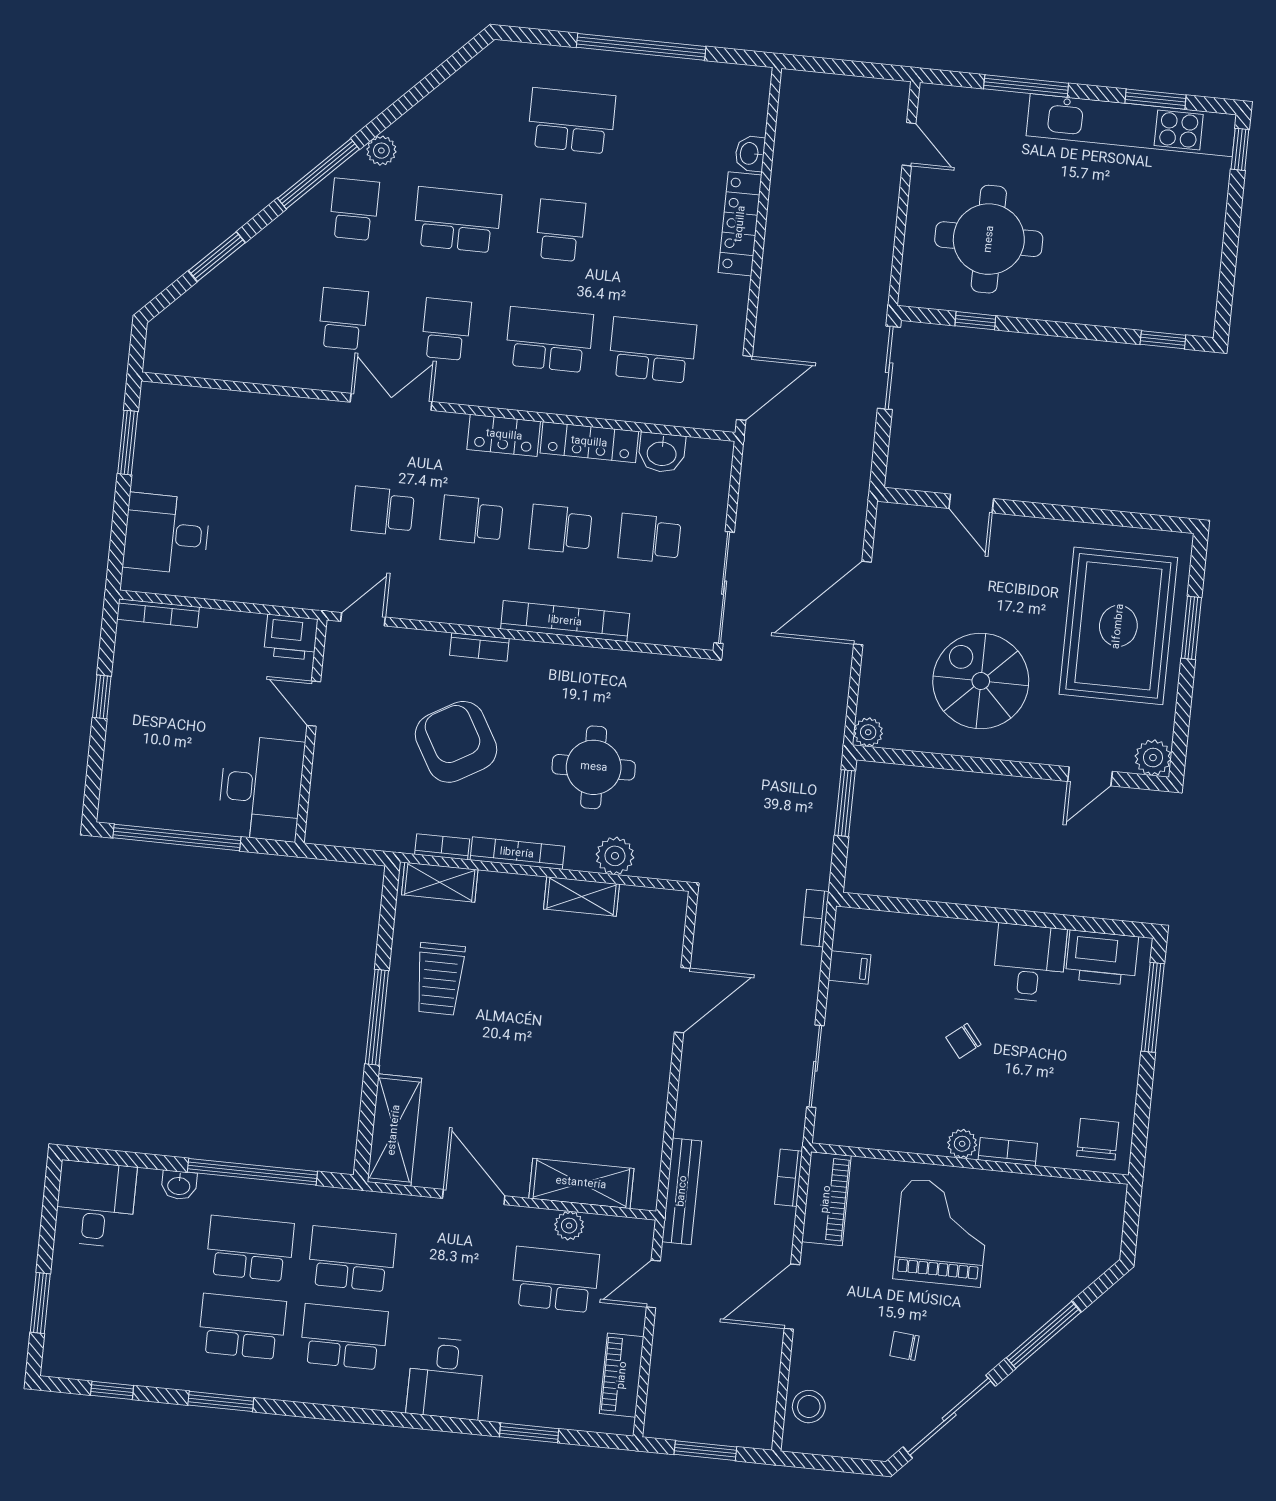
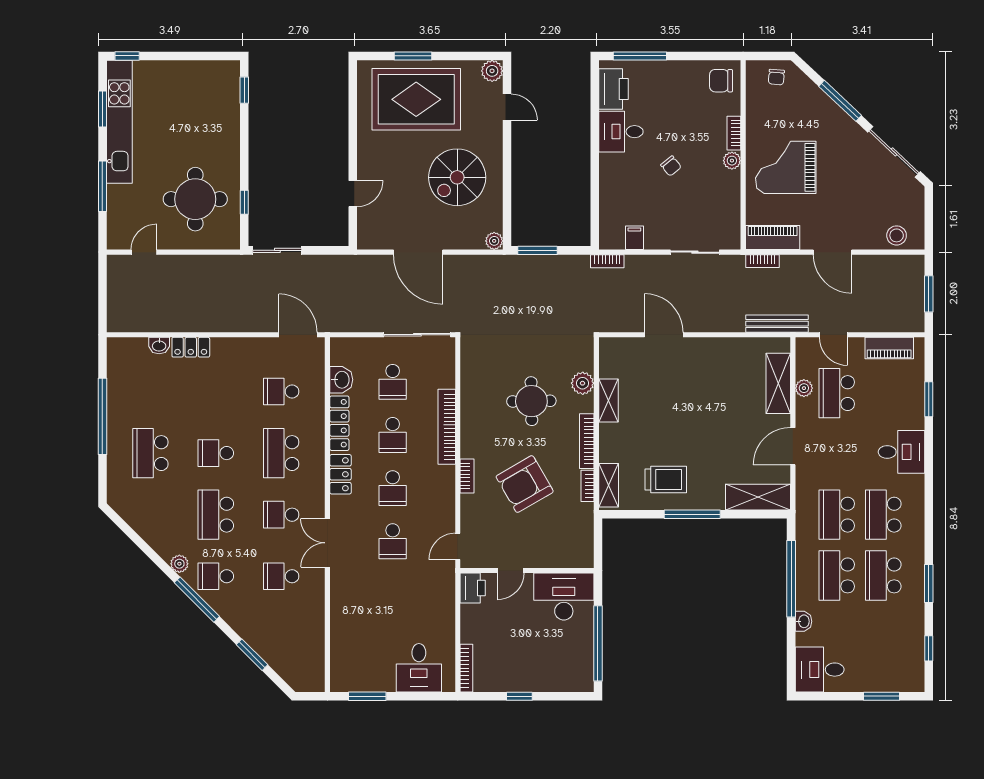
locker: (740, 224) -> (191, 347), width x0.66
school desk: (652, 350) -> (281, 391), width x0.54
door: (363, 619) -> (458, 546), hinge flipped
chair: (905, 1346) -> (776, 77), moved

